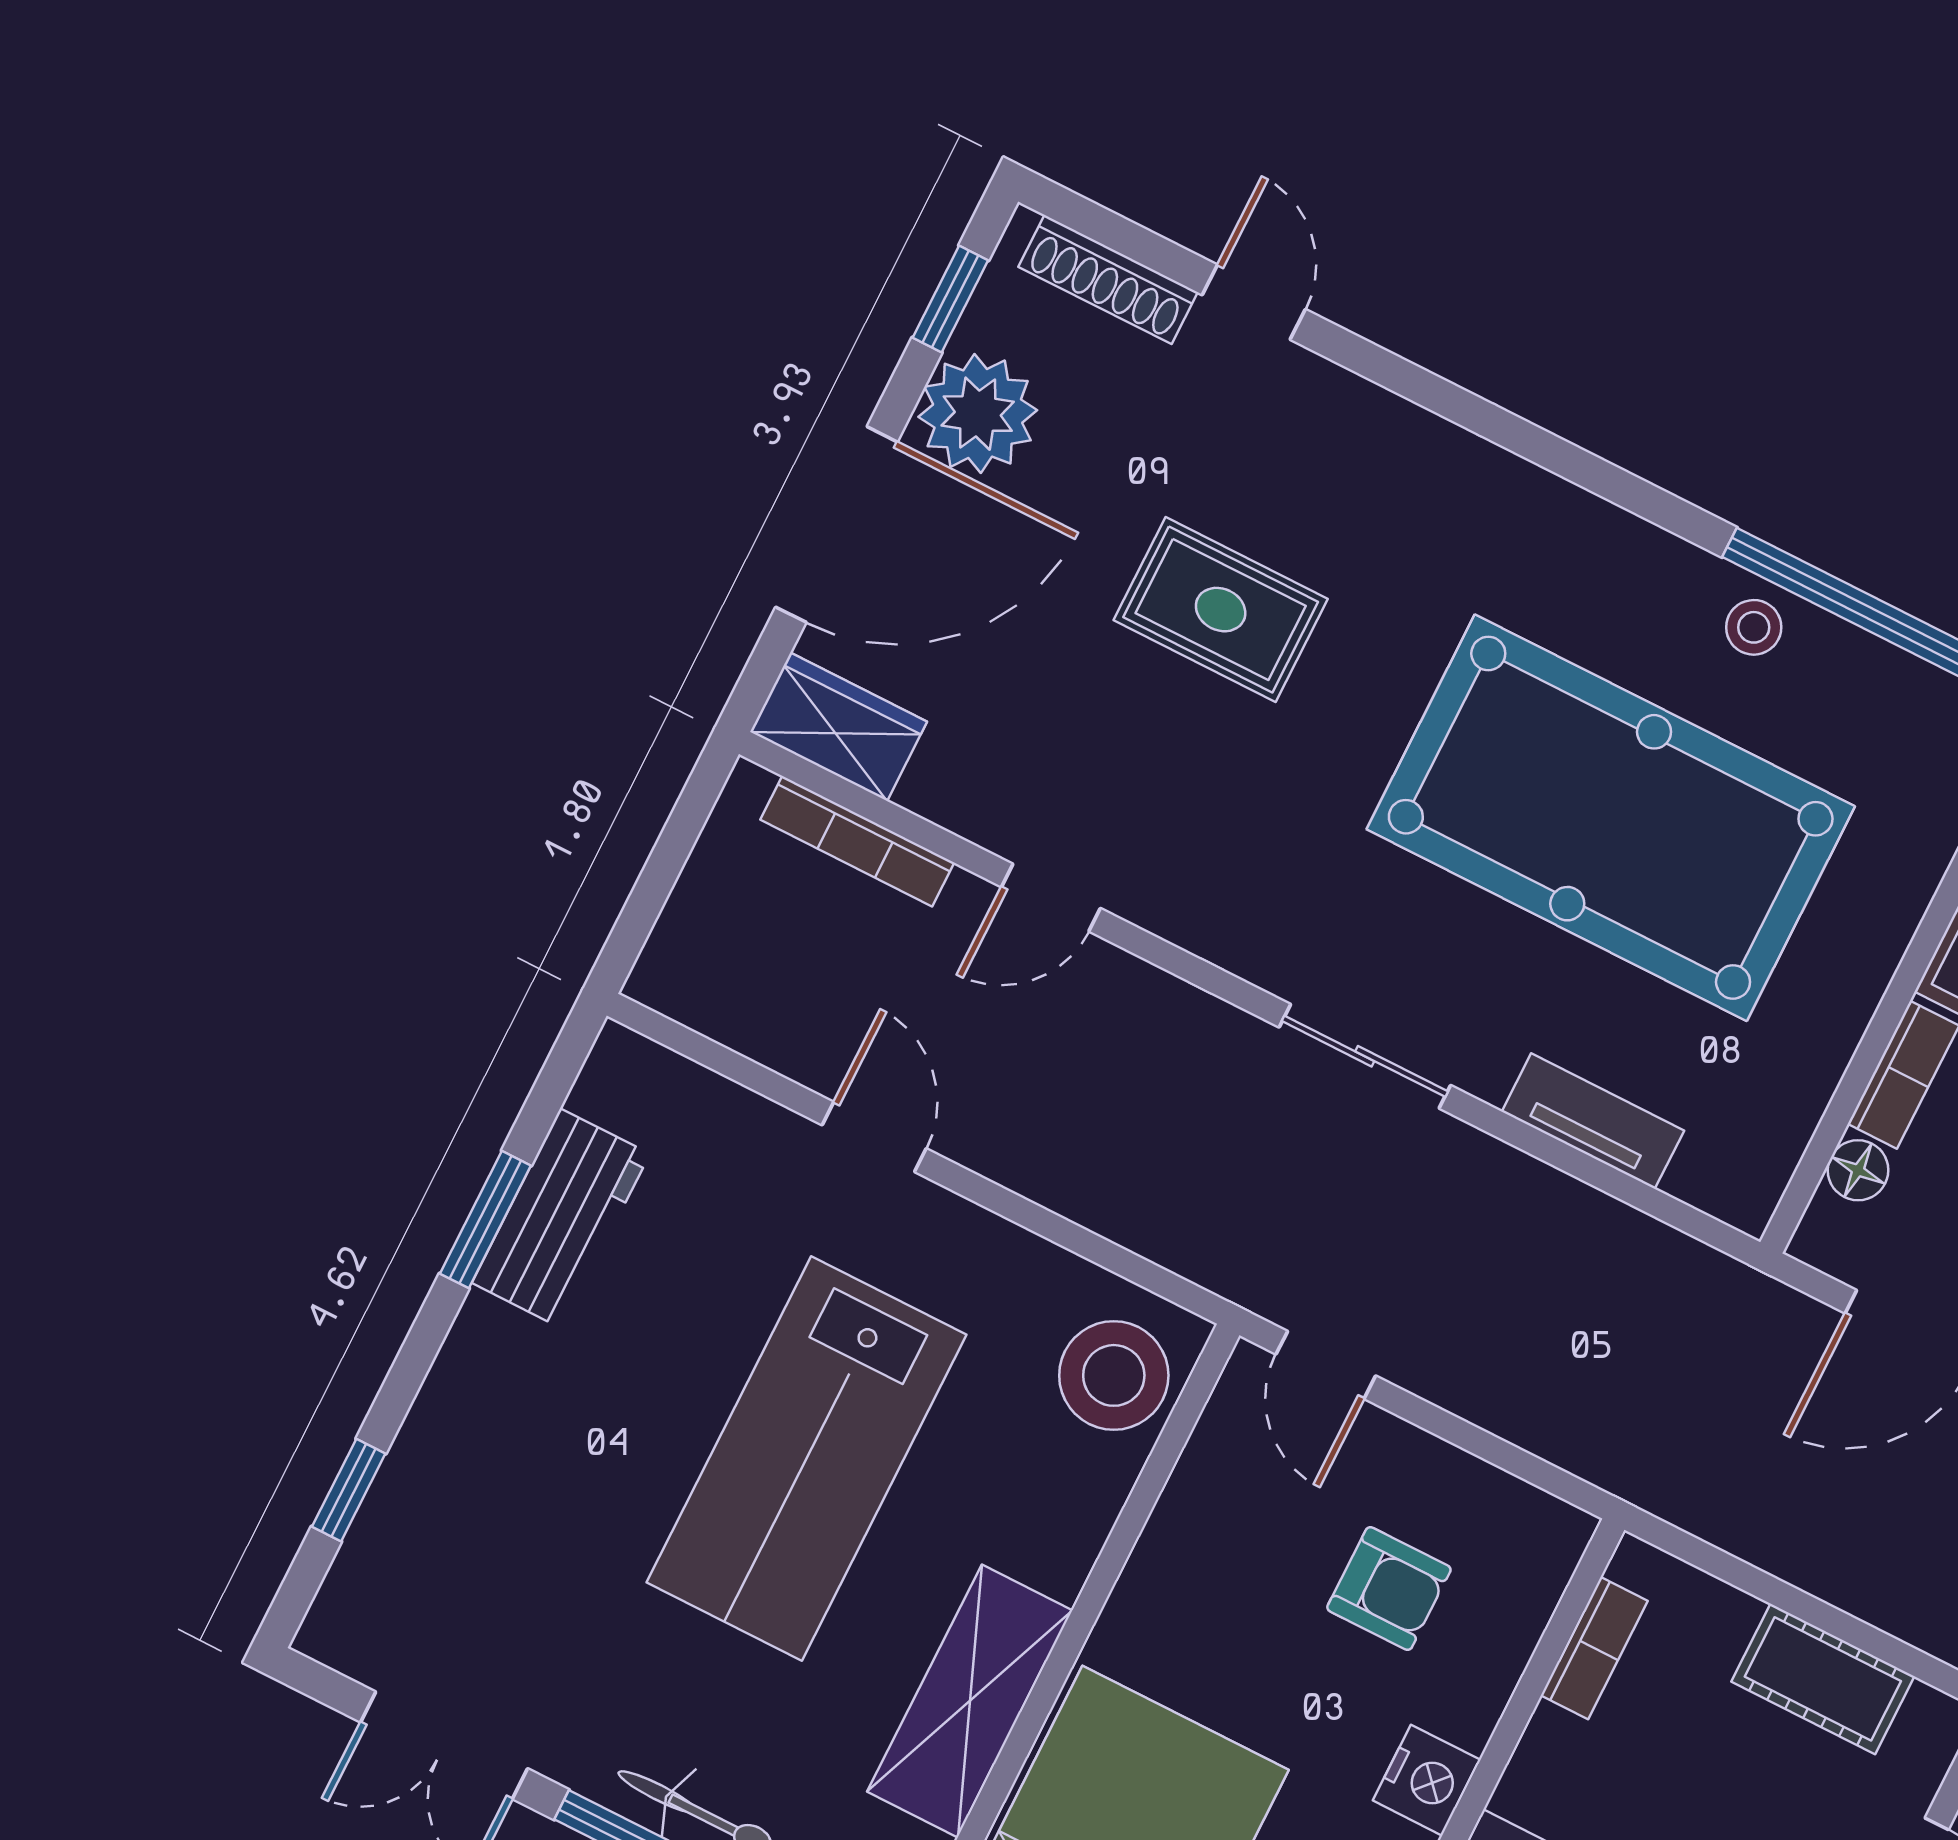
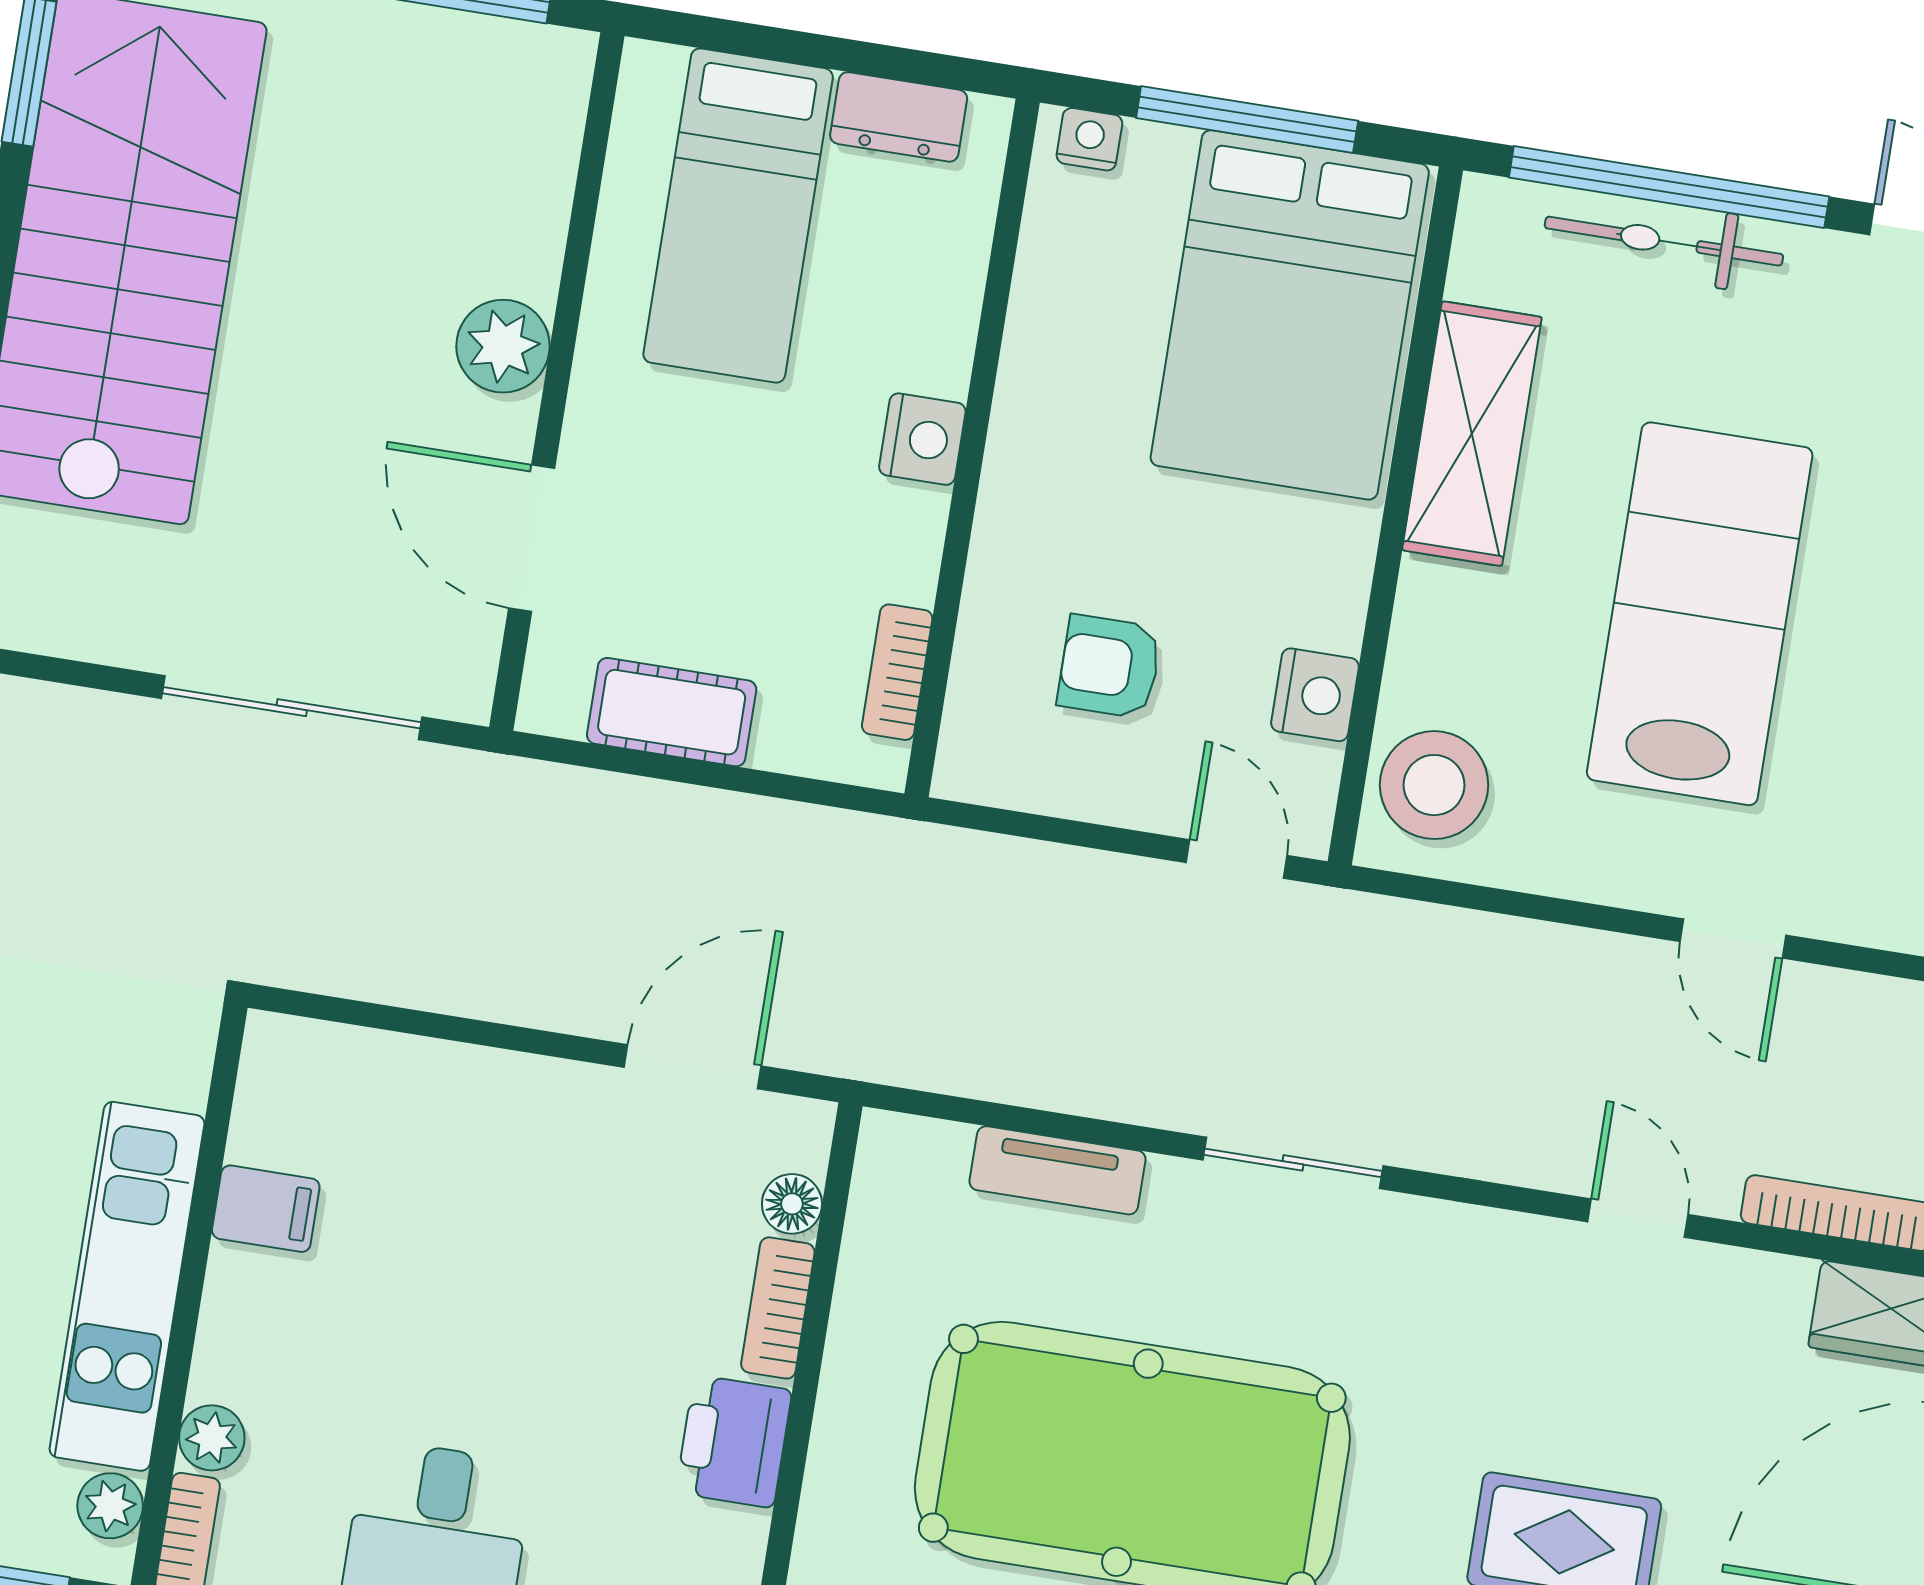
door: (1051, 898) -> (1638, 1218), hinge flipped
nightstand: (1427, 1780) -> (1315, 695), moved, turned 180

